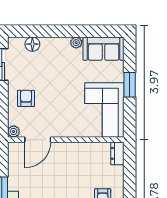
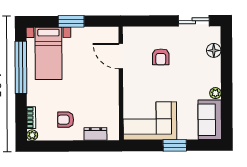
armchair: (26, 98) -> (161, 57), moved, turned 90
plant: (14, 131) -> (129, 33), removed
dresser: (117, 153) -> (95, 134), moved

